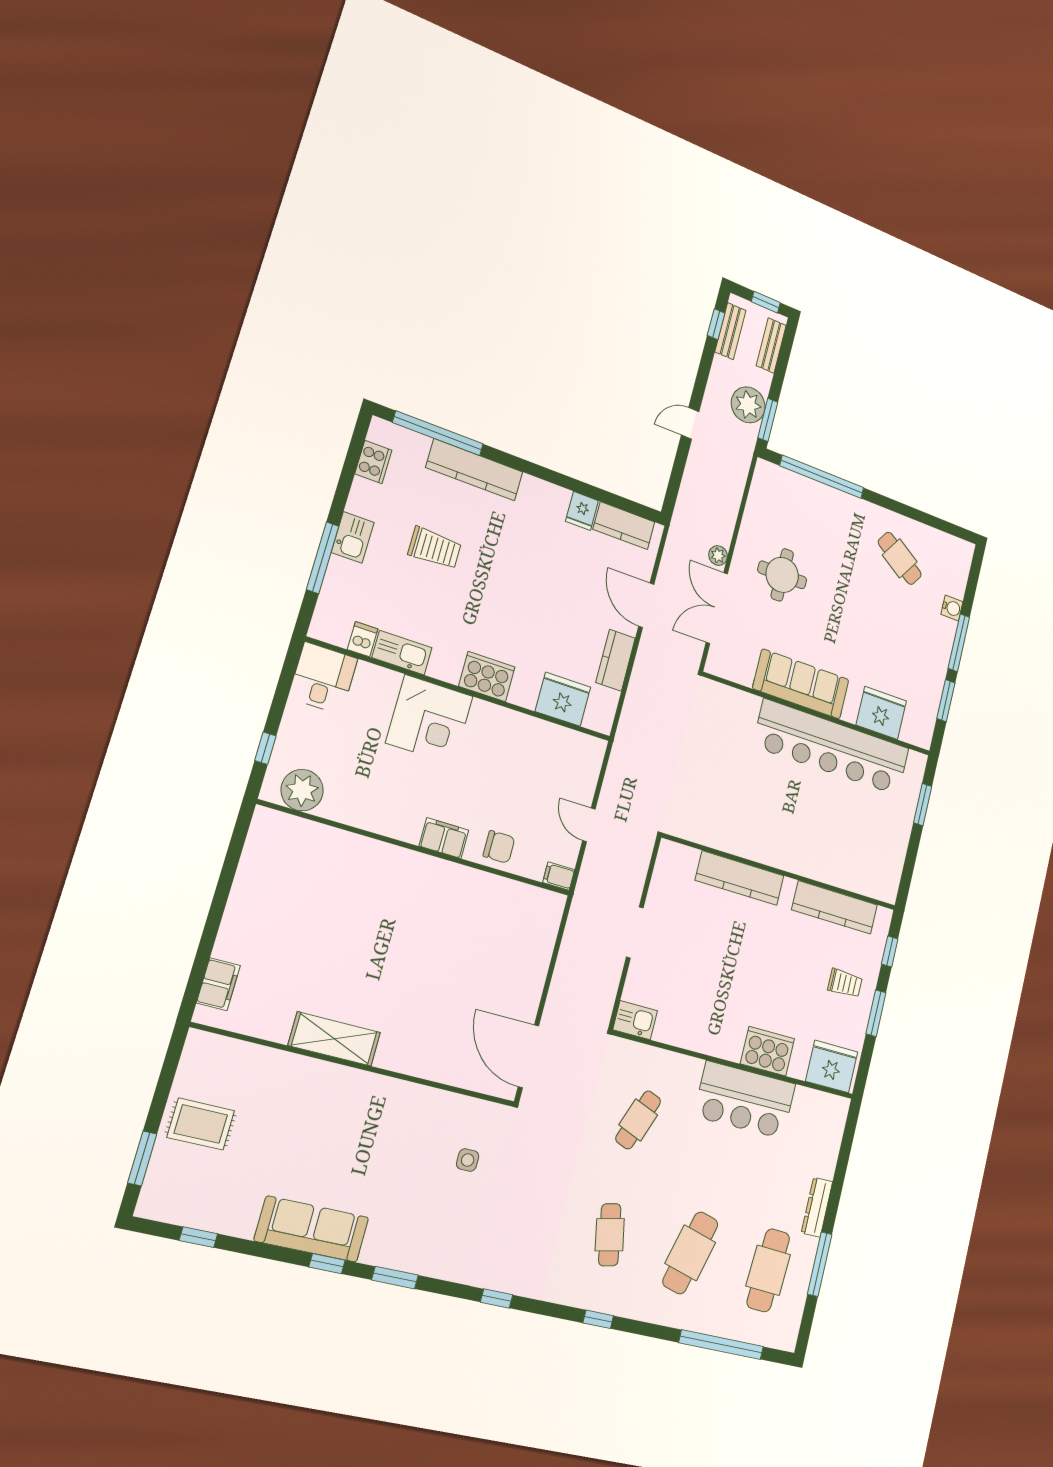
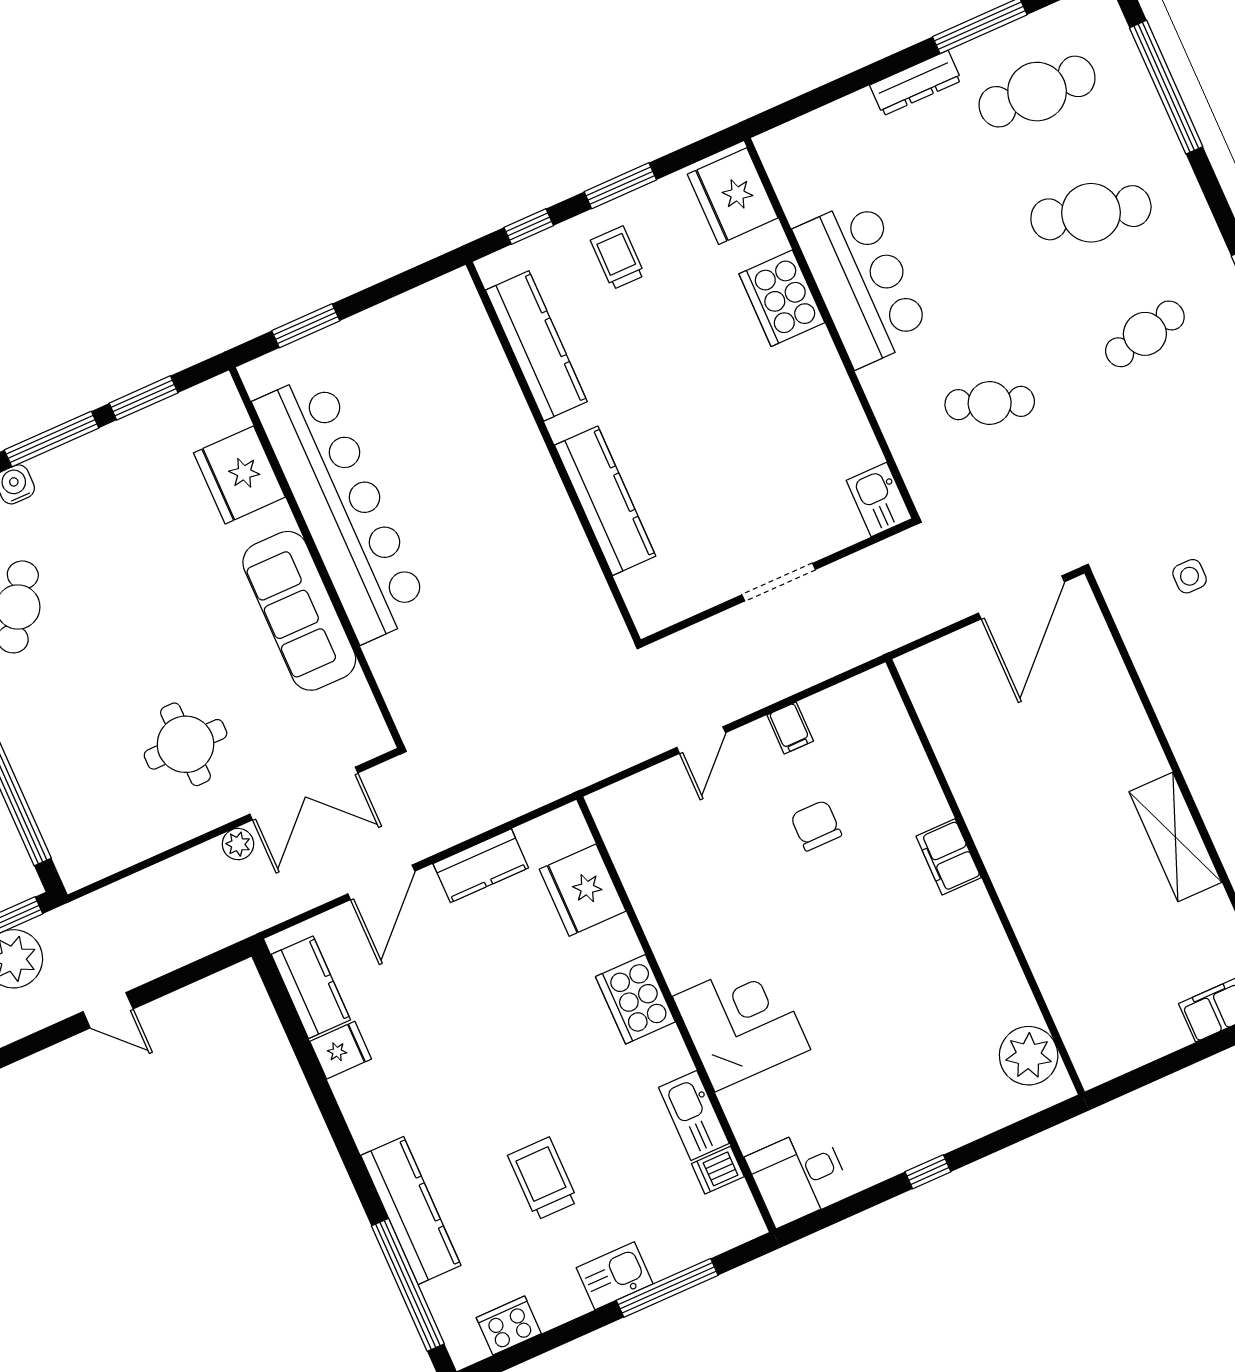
plant: (302, 790) -> (1029, 1056), moved
filing cabinet: (444, 838) -> (949, 857), moved
wall: (418, 849) -> (985, 877), moved

